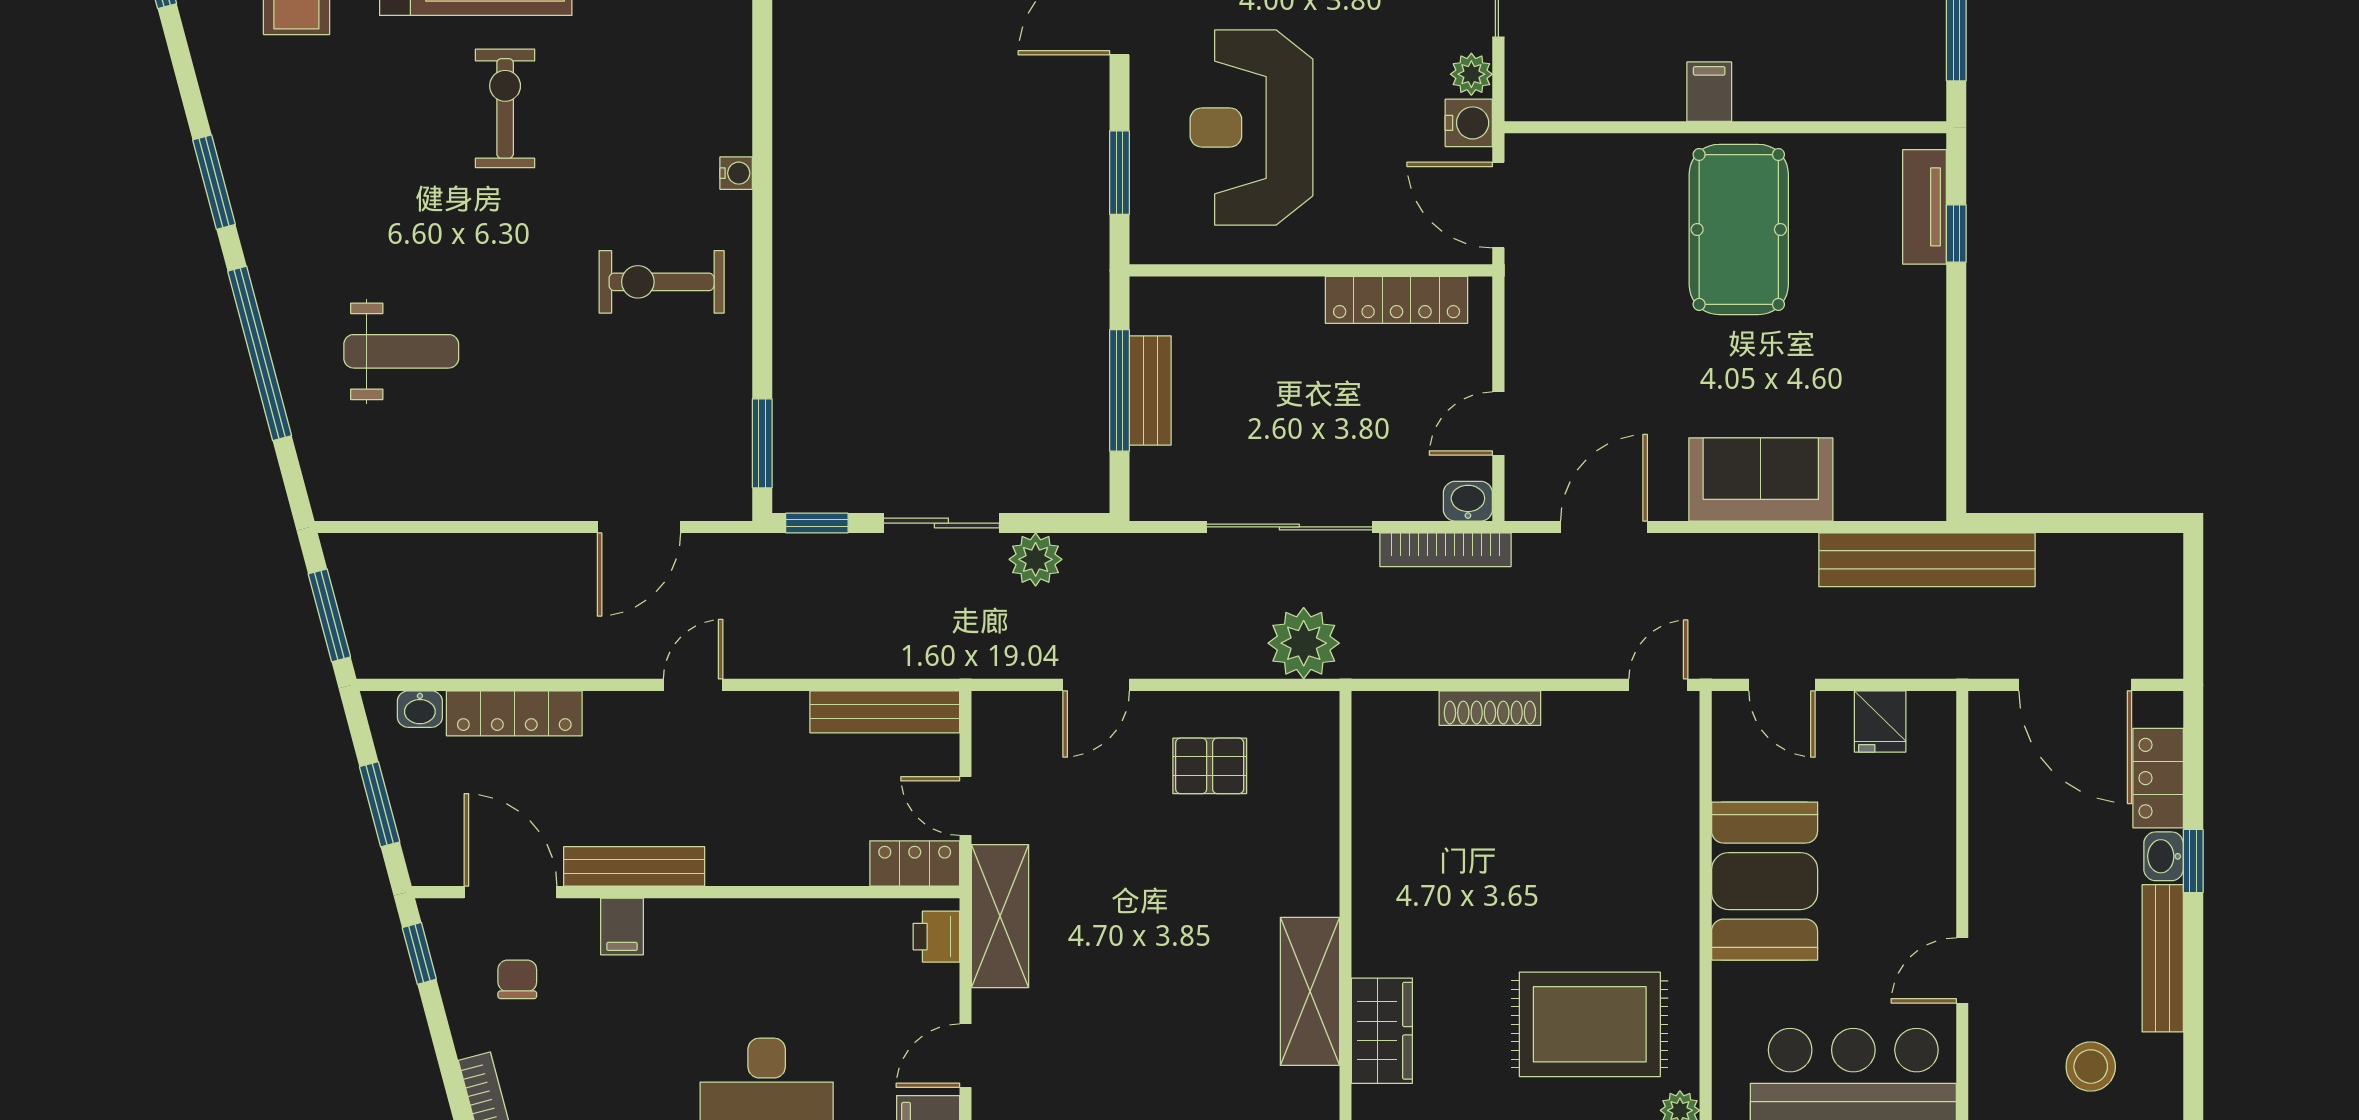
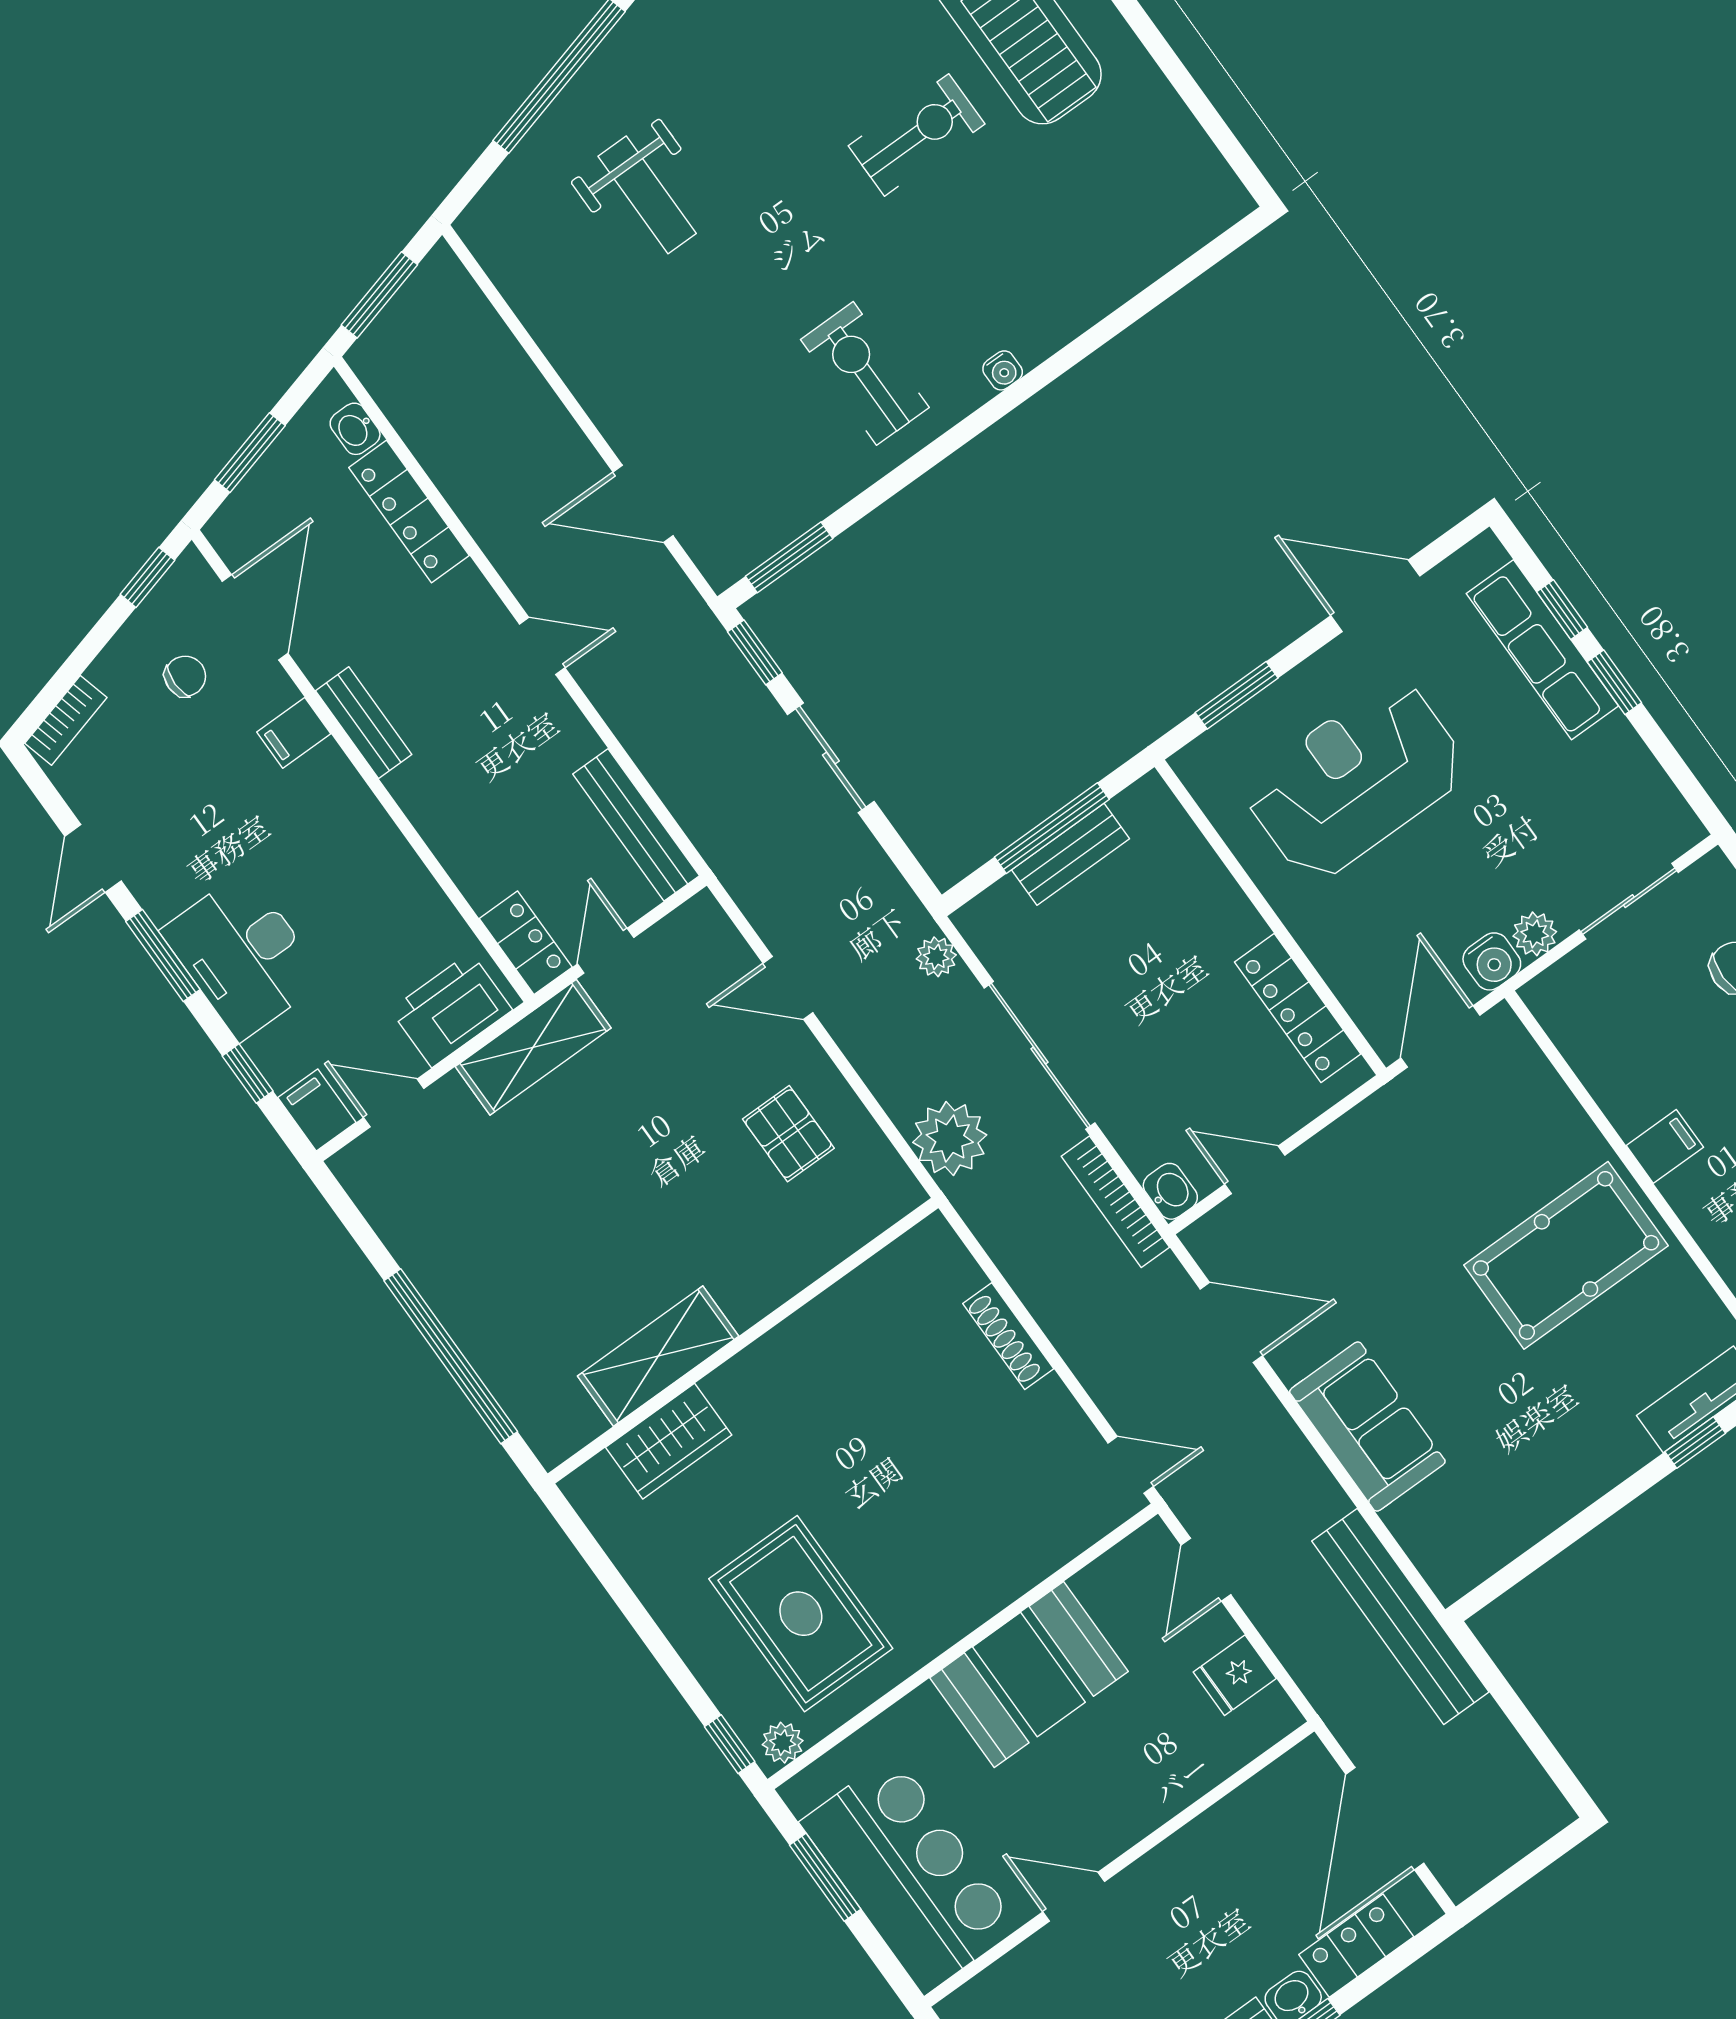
plant: (1036, 559) -> (936, 957), moved, width x0.73, depth x0.73
bench: (634, 866) -> (364, 723), width x0.73
printer: (936, 937) -> (451, 1010), width x1.87, depth x1.48

